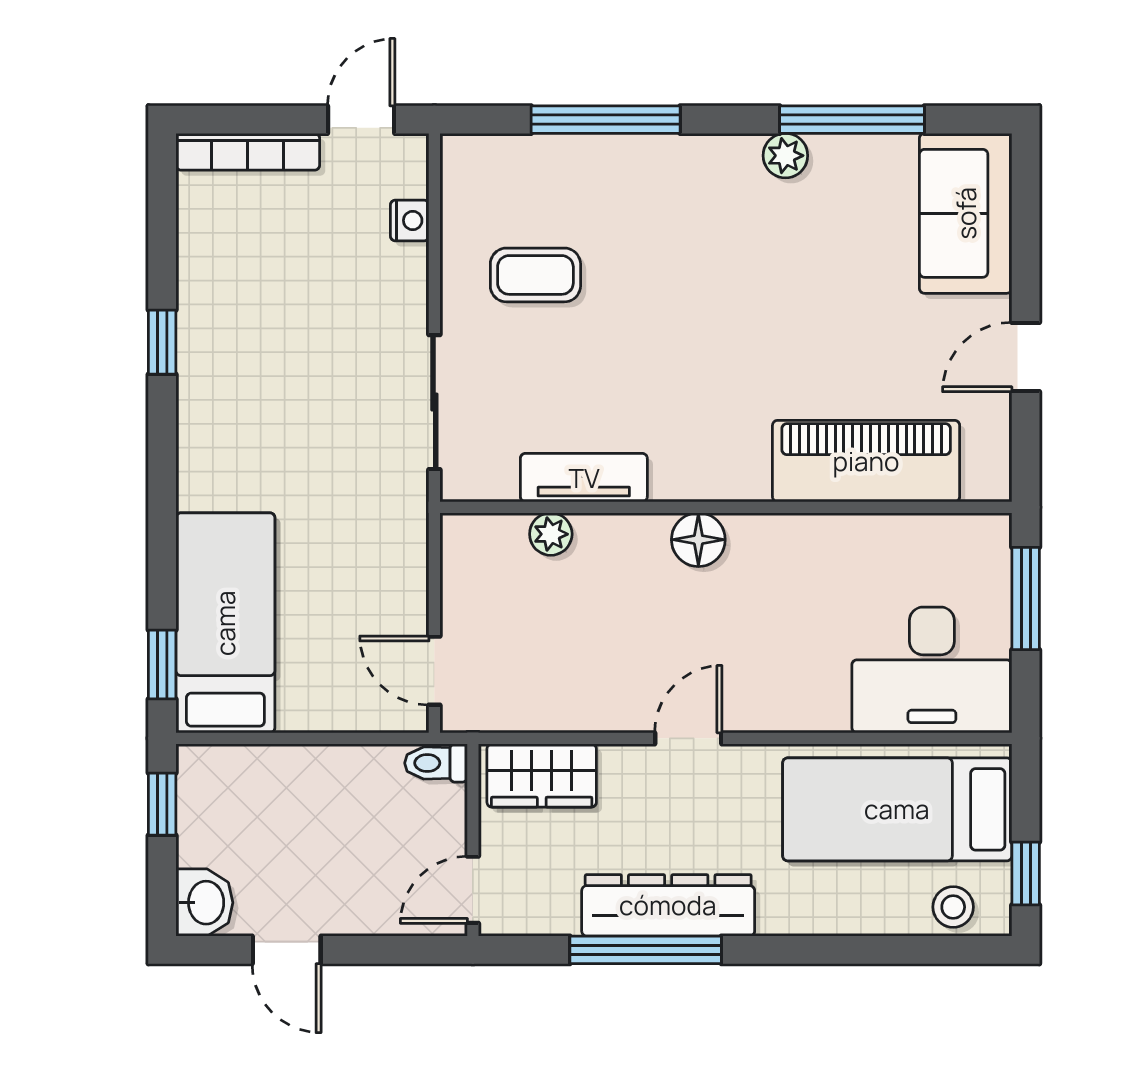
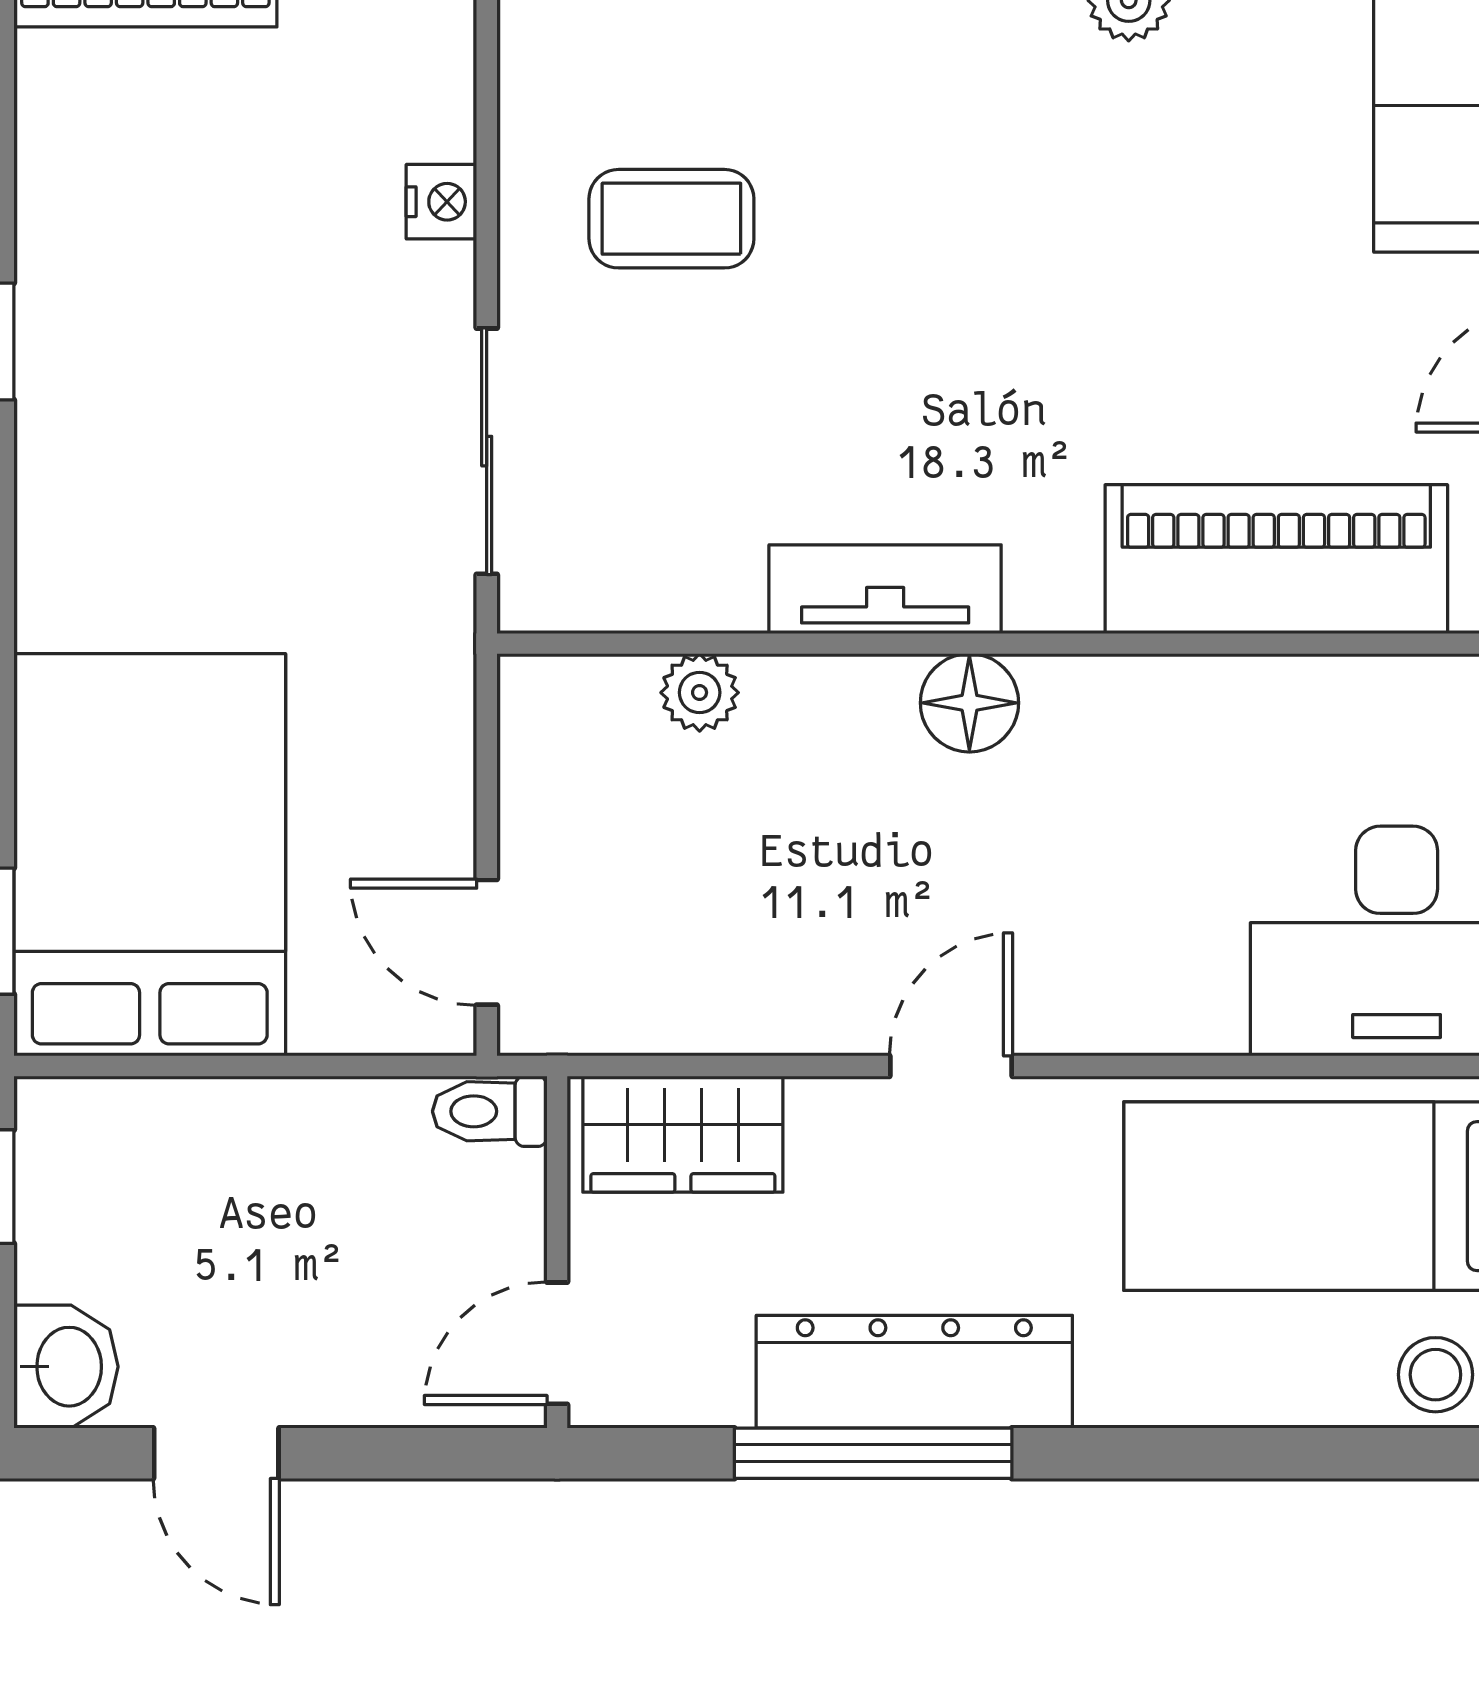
nightstand: (410, 220) -> (441, 202), moved
tv unit: (584, 478) -> (885, 589), moved
bed: (225, 623) -> (150, 855), width x1.50

